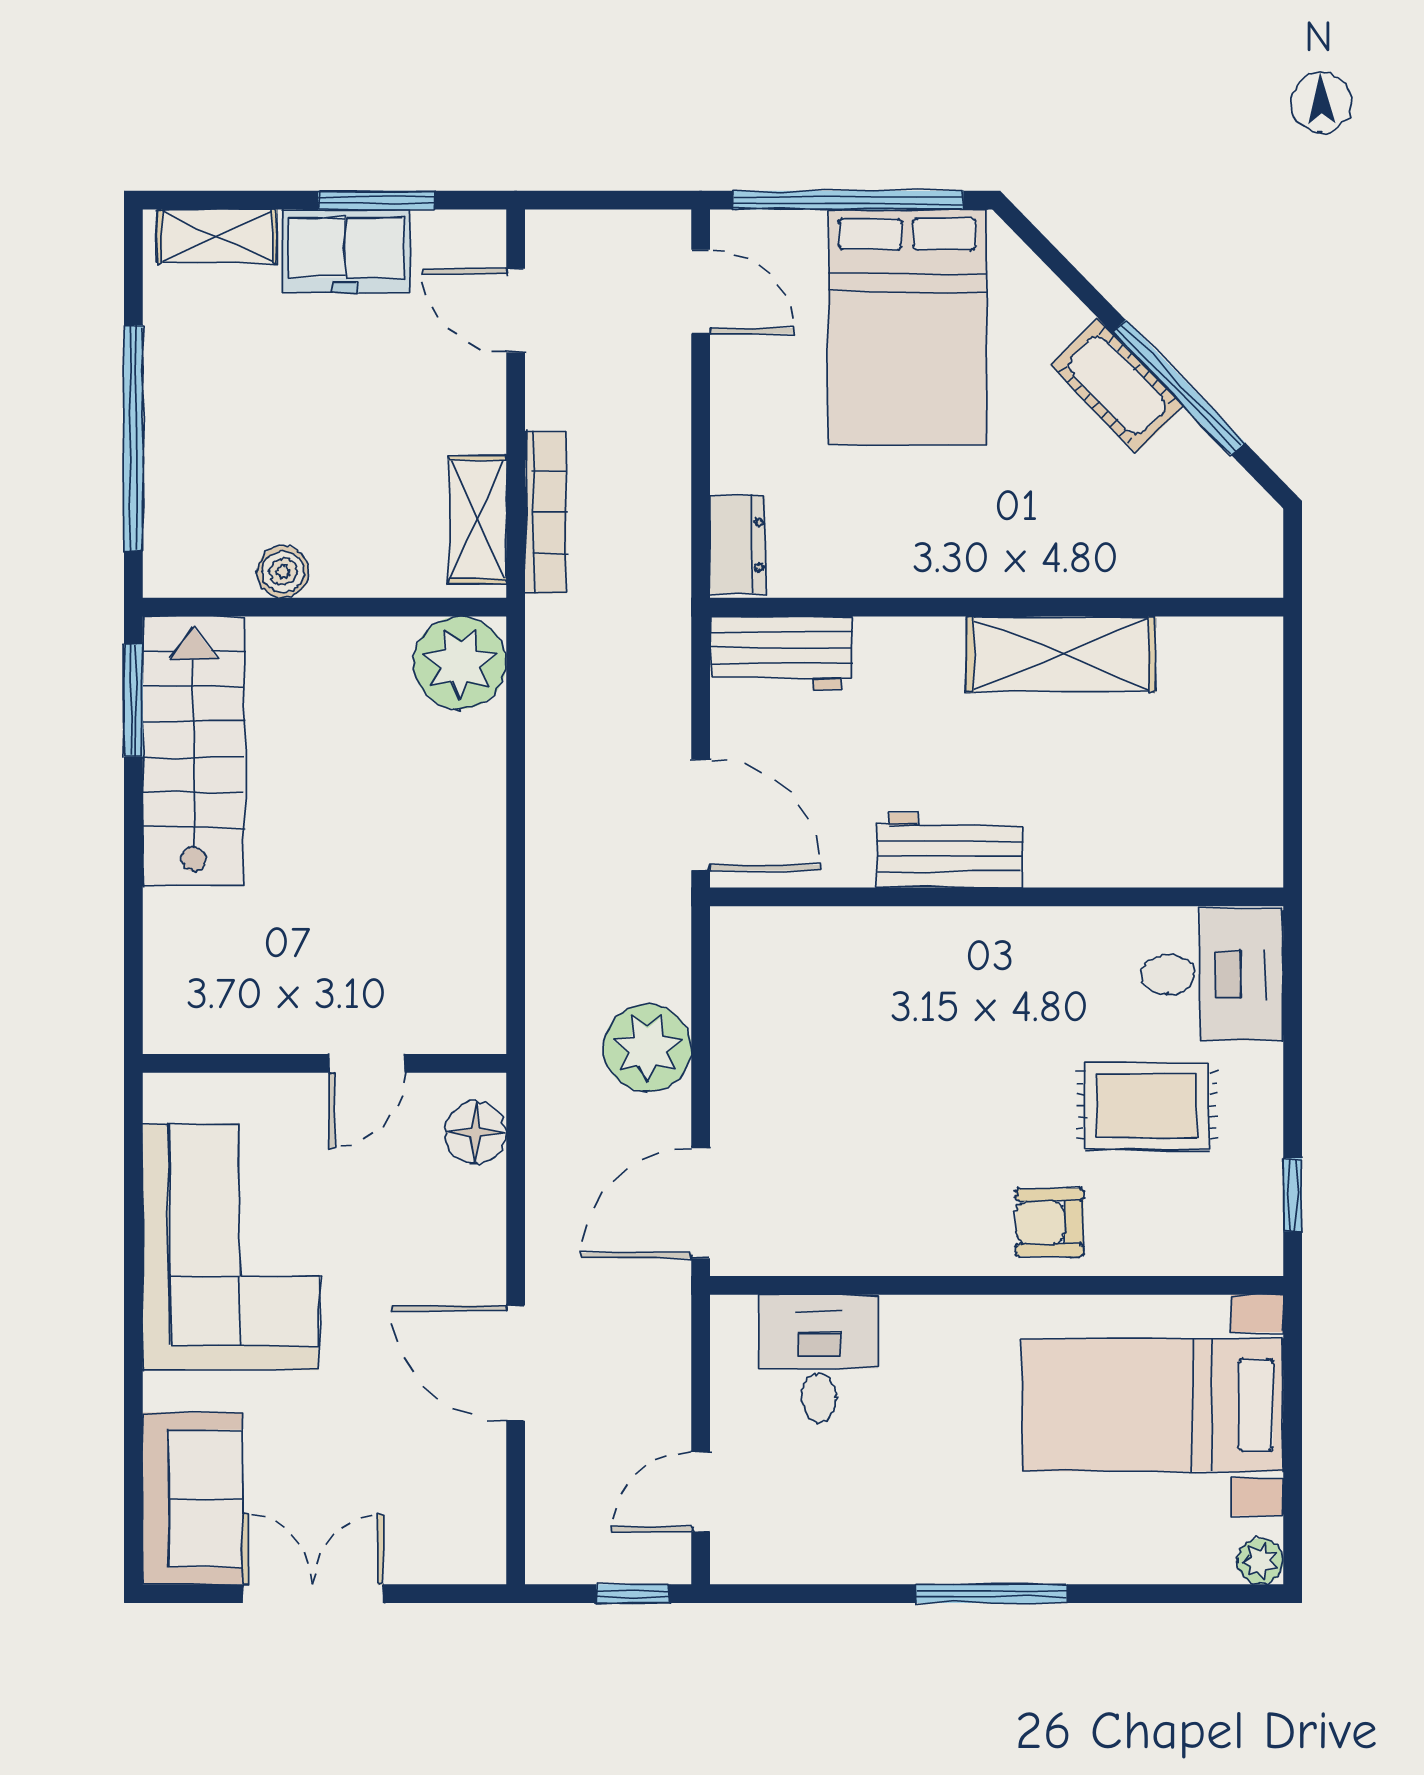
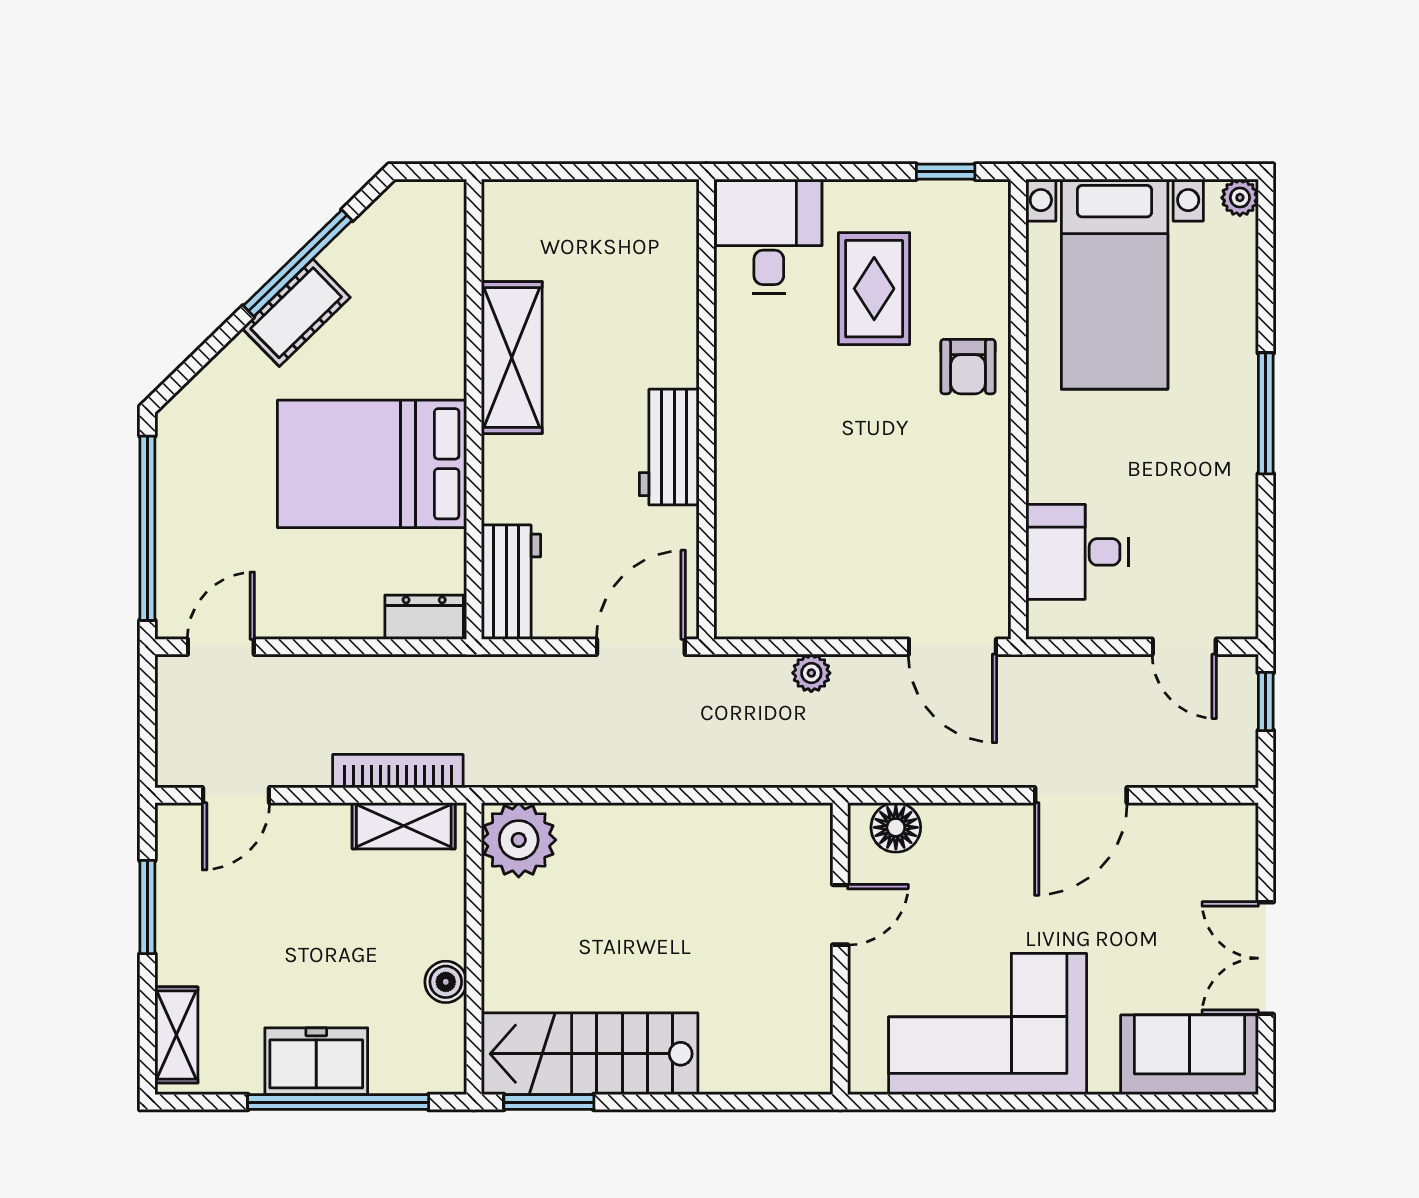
freezer: (346, 251) -> (316, 1061), moved, turned -90
bed: (908, 327) -> (372, 464), moved, turned 180
plant: (647, 1048) -> (811, 673), width x0.53, depth x0.53
door: (367, 1063) -> (840, 915), hinge flipped

